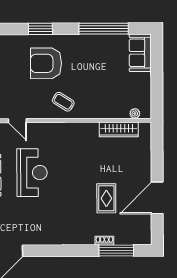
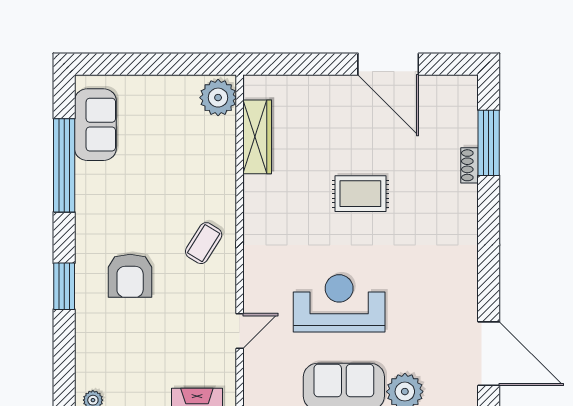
sofa: (140, 53) -> (95, 125), moved, turned -90
armchair: (46, 63) -> (130, 276), width x0.73, depth x0.73
plant: (135, 113) -> (218, 98), width x1.88, depth x1.88
rug: (106, 198) -> (360, 194), moved

